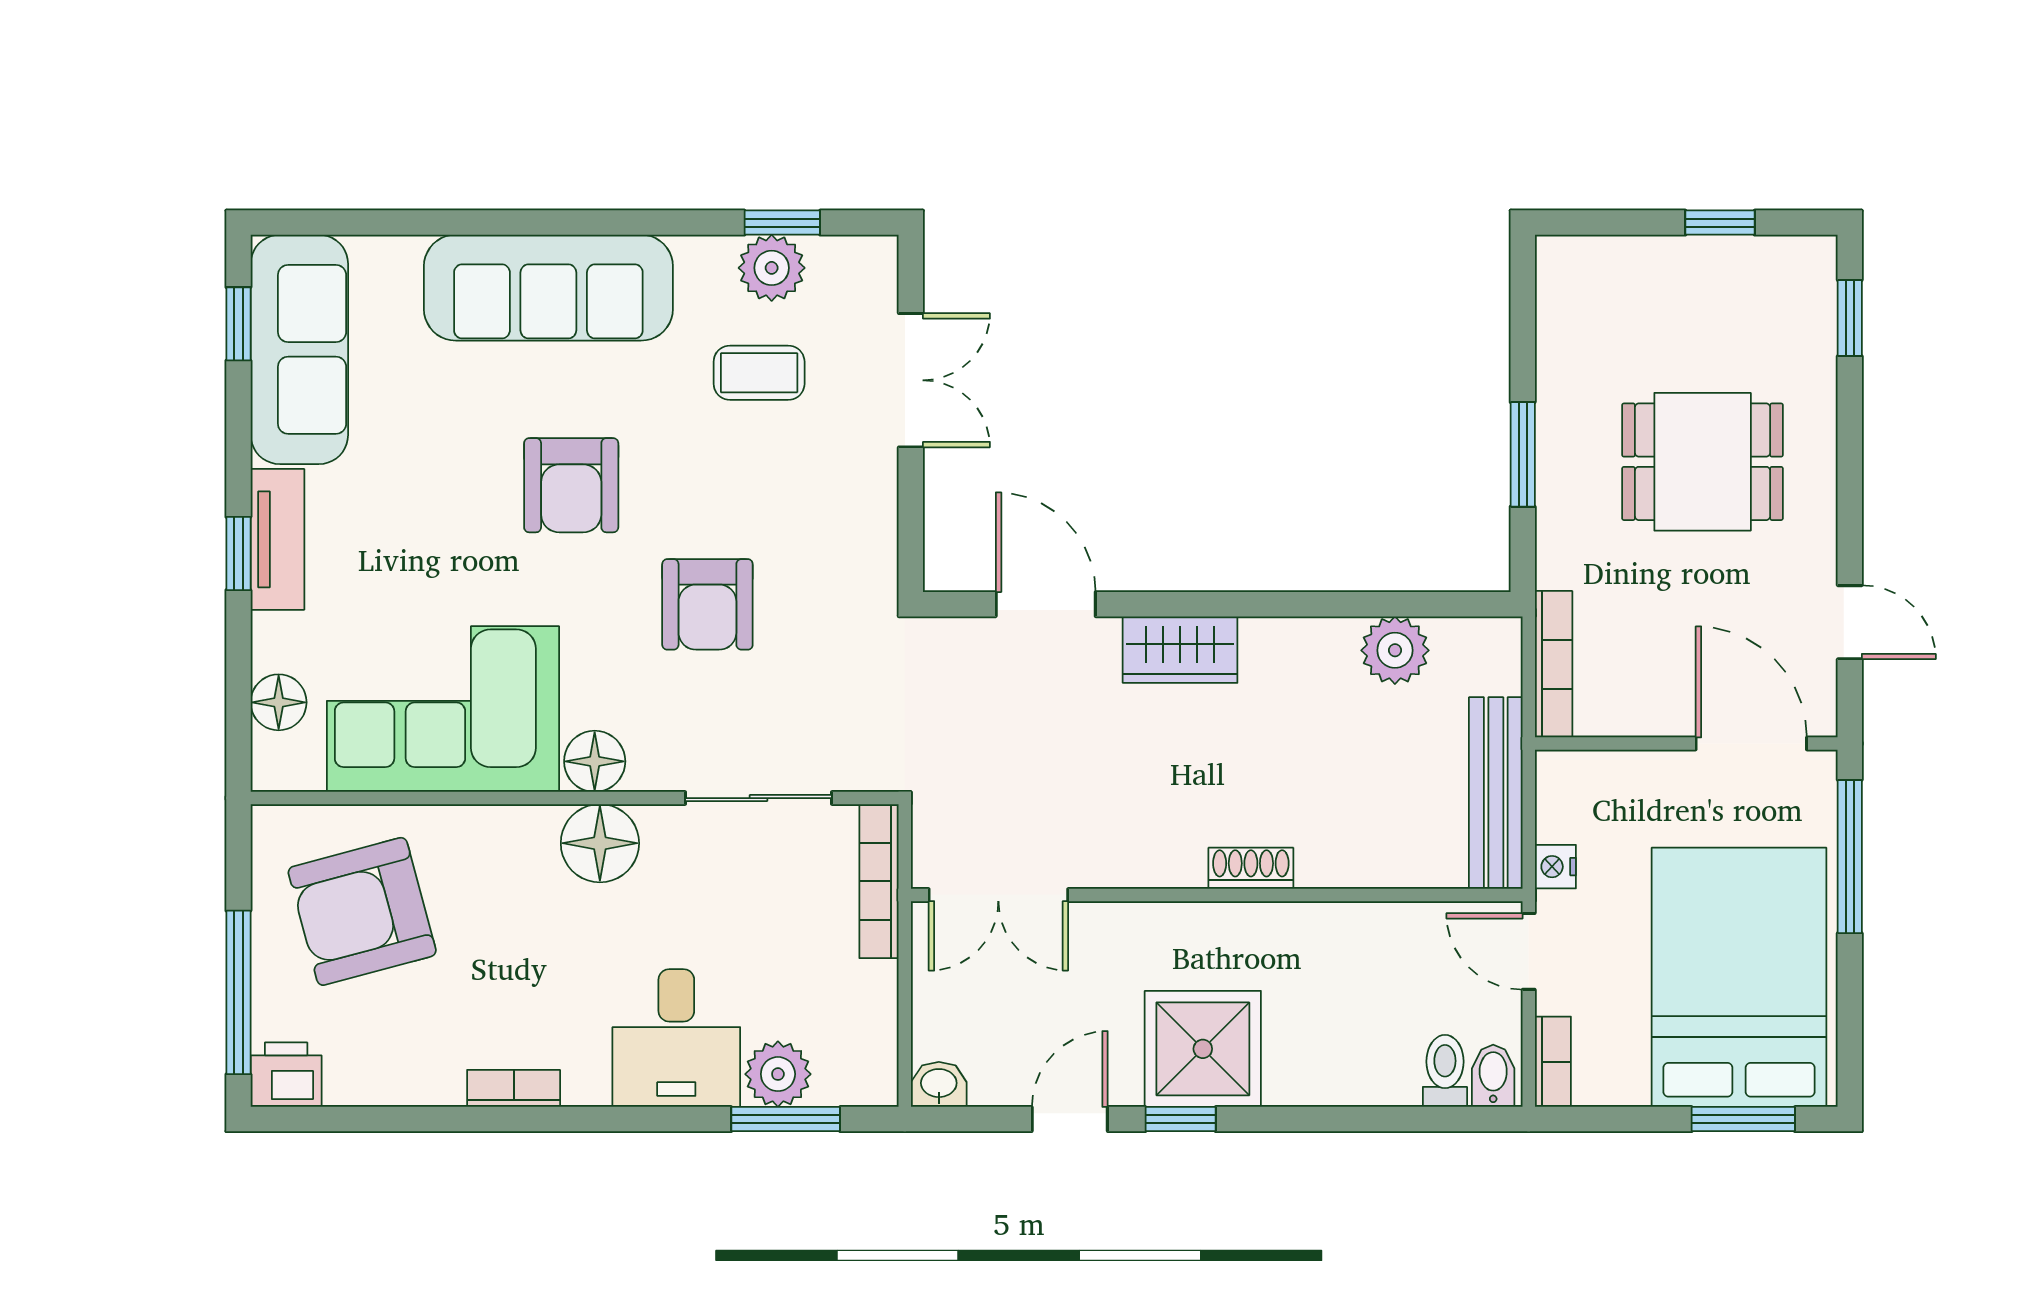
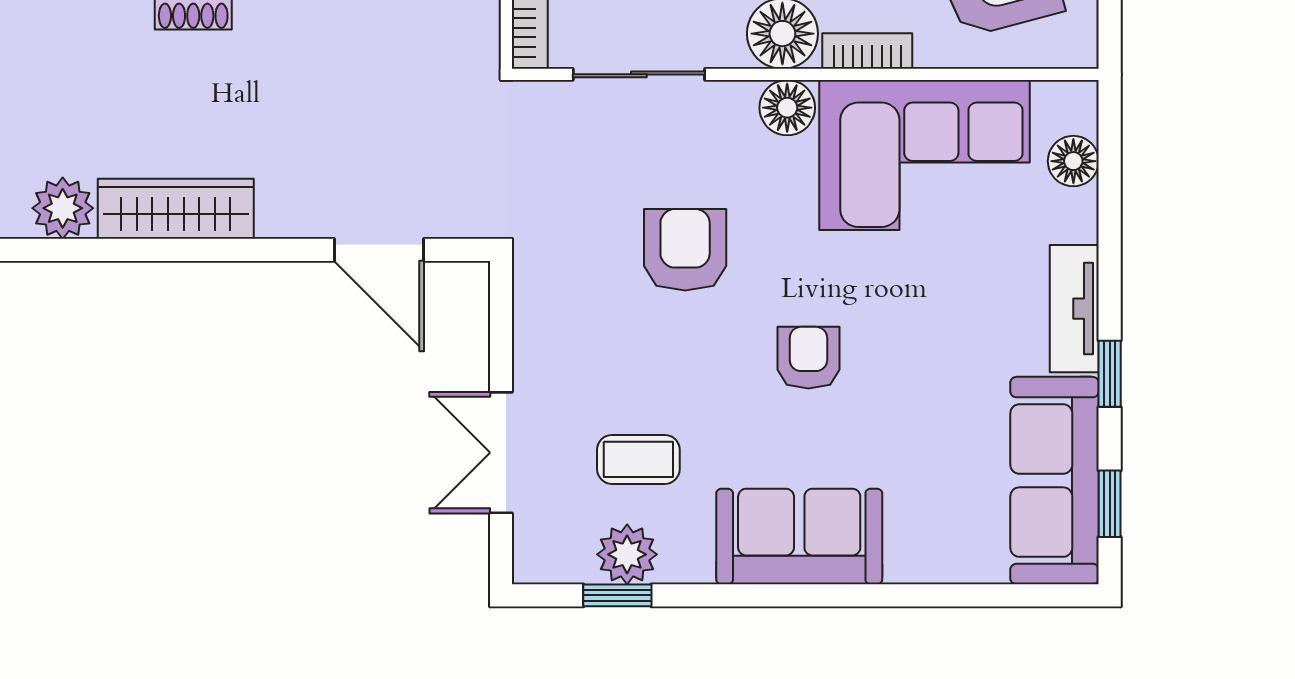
sofa: (548, 288) -> (799, 536), width x0.73
armchair: (571, 485) -> (808, 358), width x0.72, depth x0.72
window: (238, 554) -> (1110, 374), moved
wardrobe: (1180, 650) -> (176, 209), moved, width x1.50
bookcase: (506, 824) -> (867, 51), added

